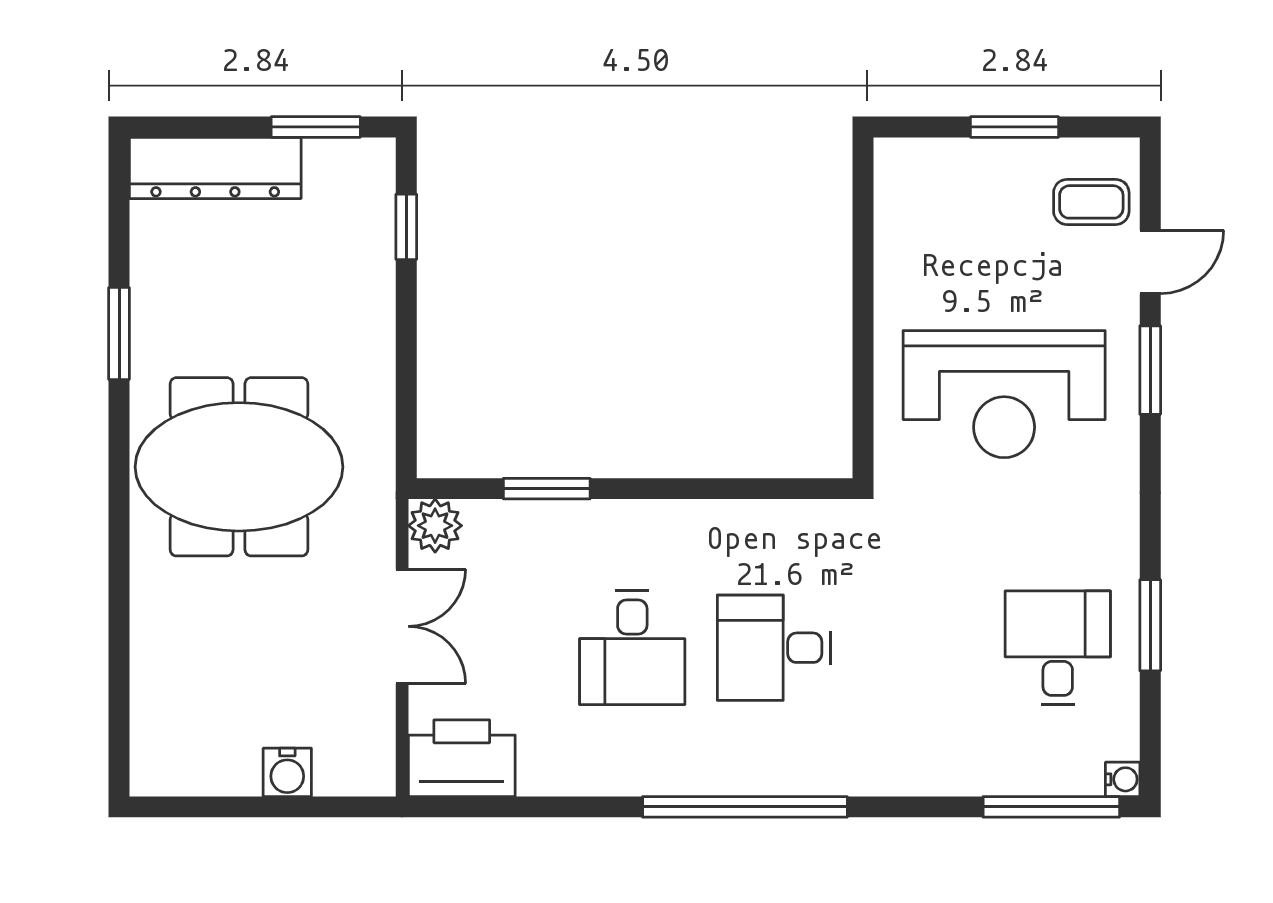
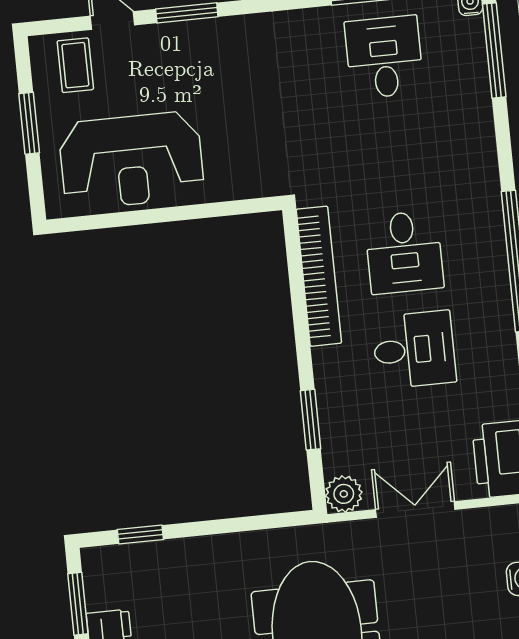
reception desk: (1004, 394) -> (131, 160), moved, turned 90
bookcase: (752, 522) -> (319, 276), added
desk: (1058, 648) -> (384, 57), turned 90

